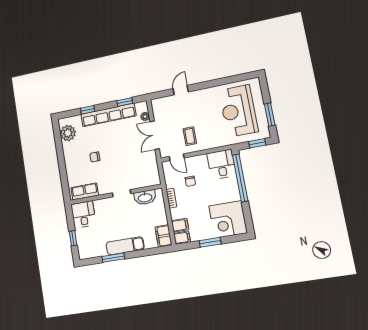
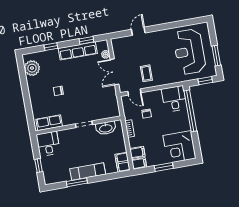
row of seats: (108, 115) -> (78, 51), width x0.73

